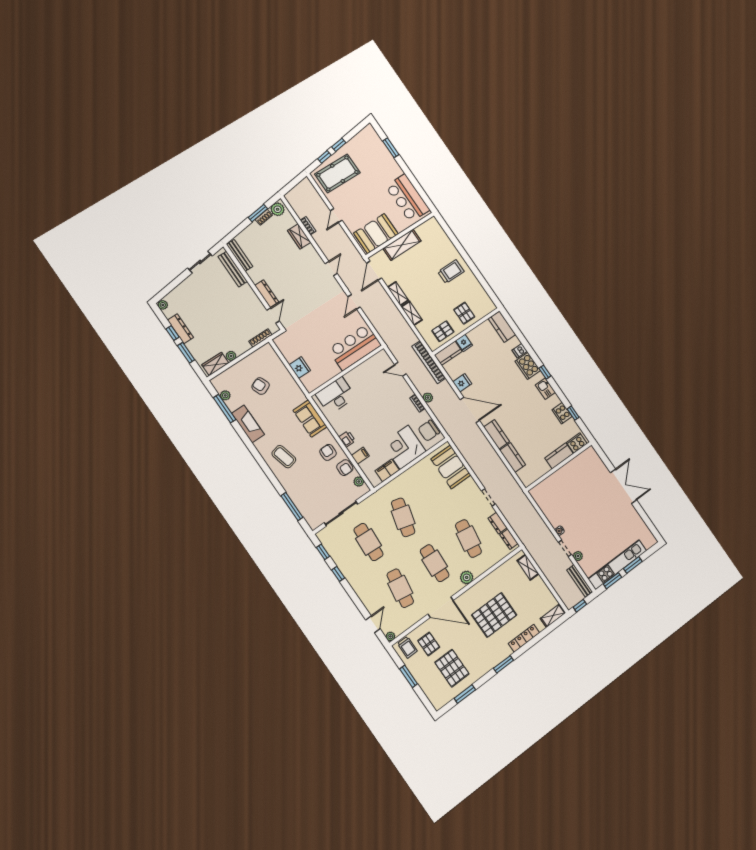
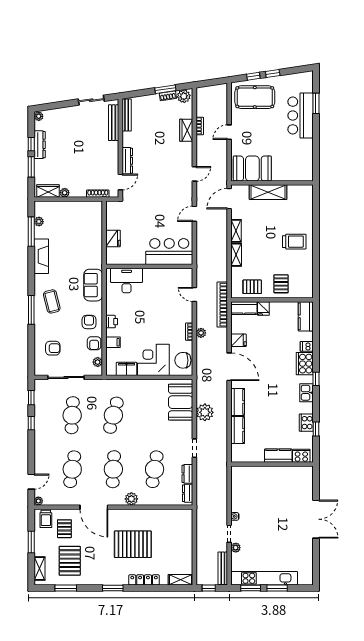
bar counter: (408, 198) -> (301, 116), moved
armchair: (261, 386) -> (53, 348), moved, turned 112
plant: (476, 462) -> (205, 412), added
window: (292, 507) -> (31, 310), moved
shelving: (528, 567) -> (39, 569), moved

